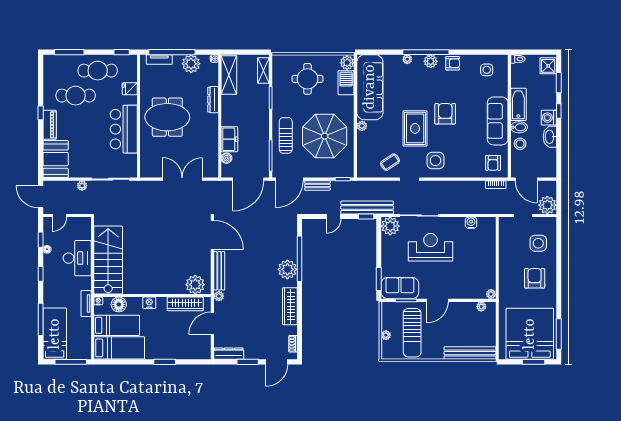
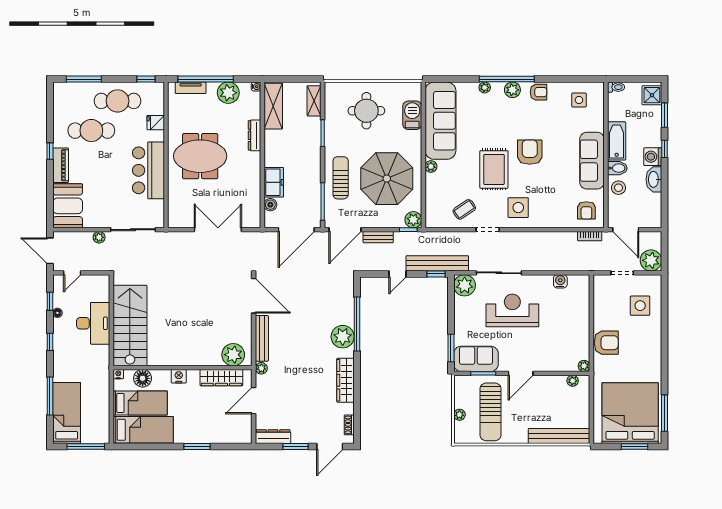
plant: (347, 63) -> (413, 220), moved
armchair: (535, 278) -> (606, 343), moved, turned 90
tv unit: (86, 304) -> (104, 377), removed

